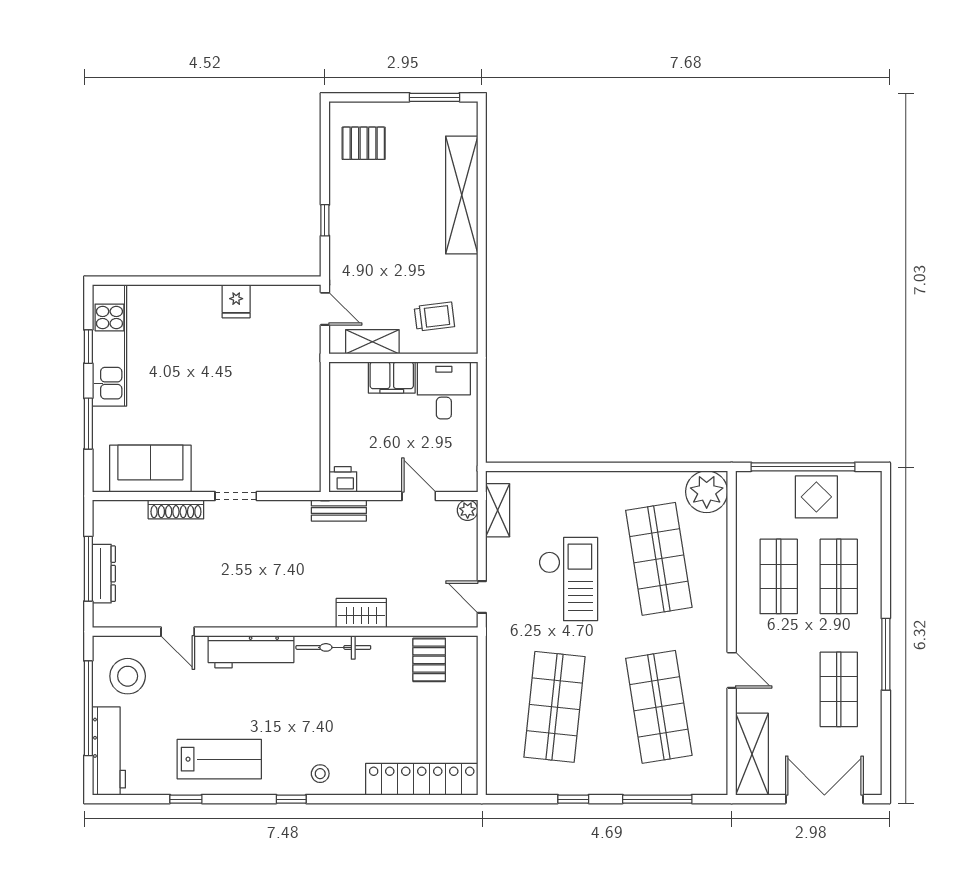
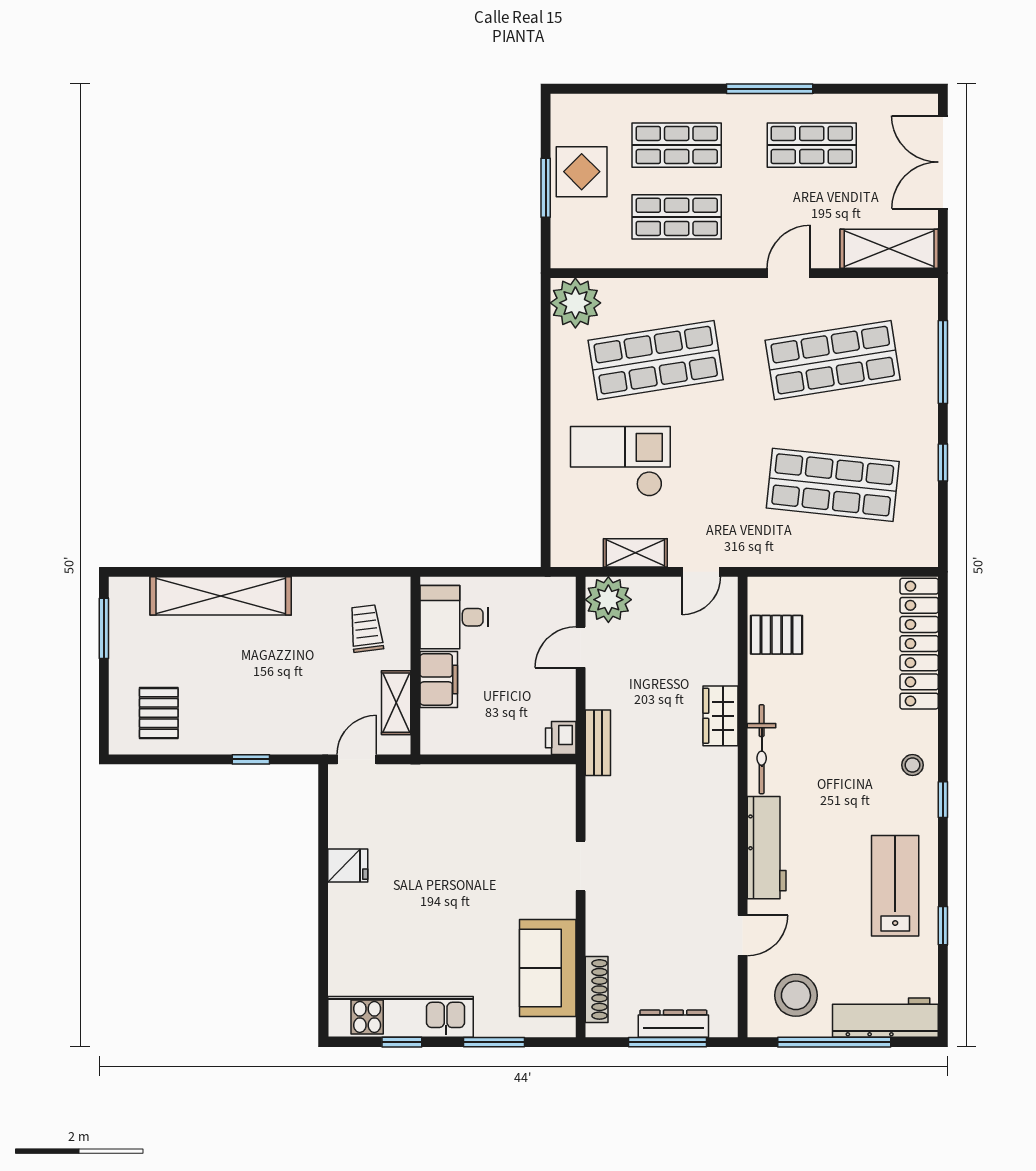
window: (803, 467) -> (546, 188), width x0.47
shoe rack: (176, 509) -> (597, 989), moved
plant: (468, 510) -> (608, 600), width x1.88, depth x1.88
shelving: (498, 510) -> (635, 553), moved
checkout: (568, 579) -> (620, 461), moved

